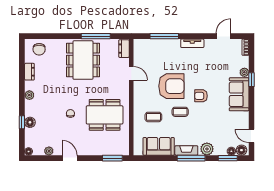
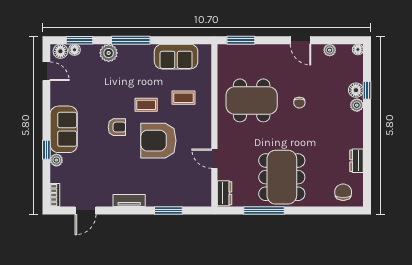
window: (164, 36) -> (168, 211), width x0.69
plant: (29, 95) -> (357, 105), moved
fireplace: (186, 150) -> (137, 51), removed

